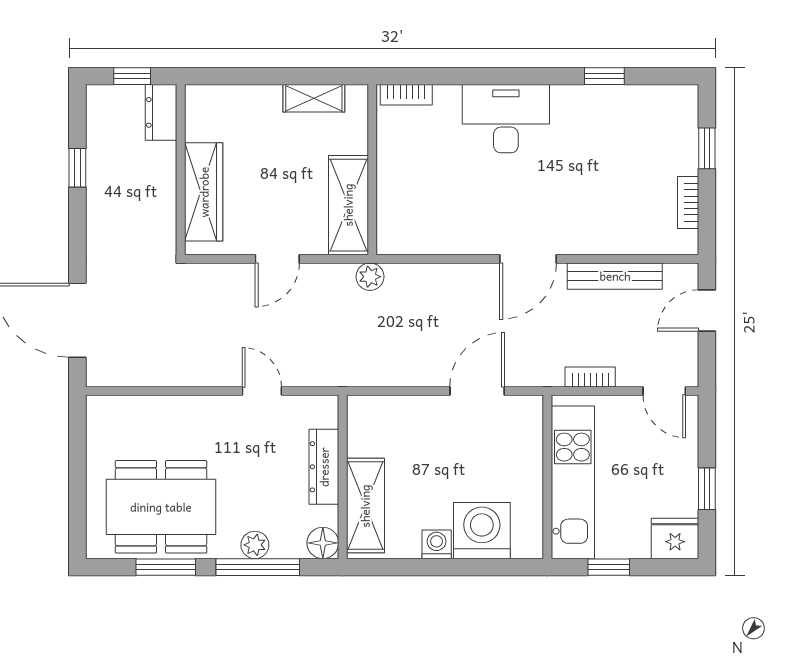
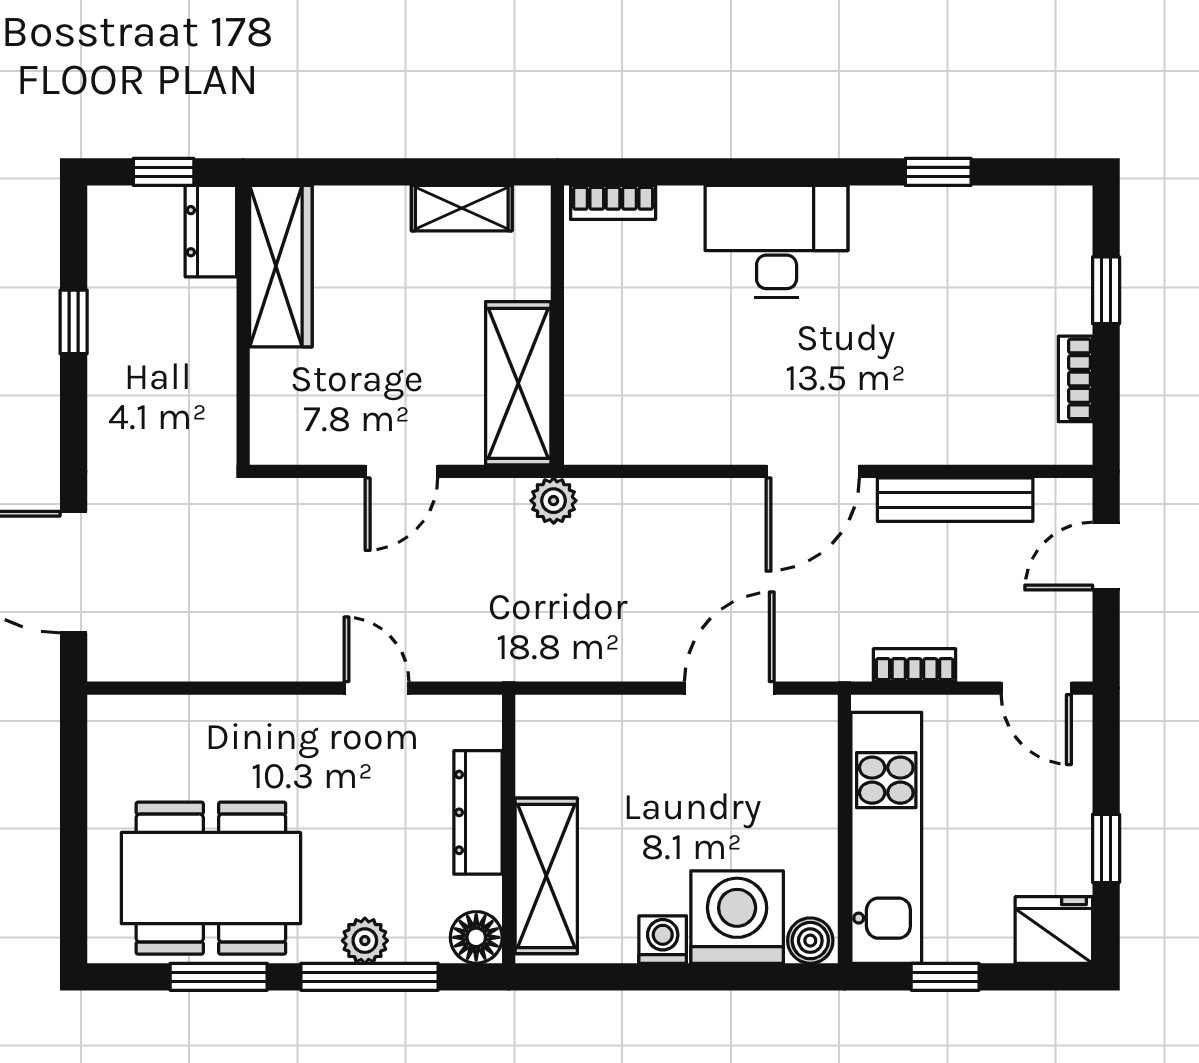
wardrobe: (204, 192) -> (281, 266), moved
boiler: (527, 545) -> (810, 941), added

